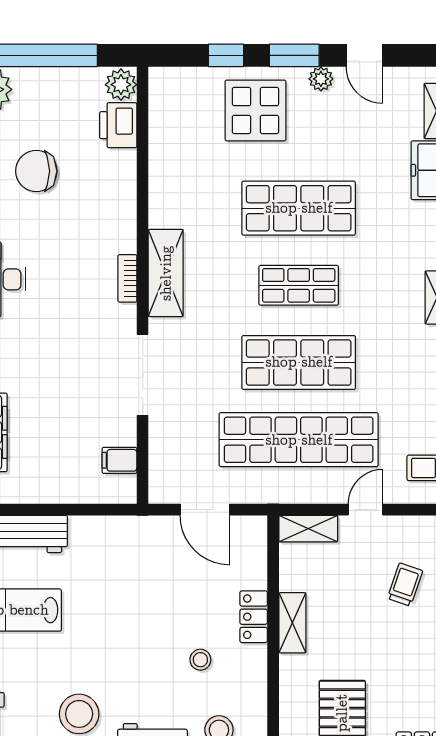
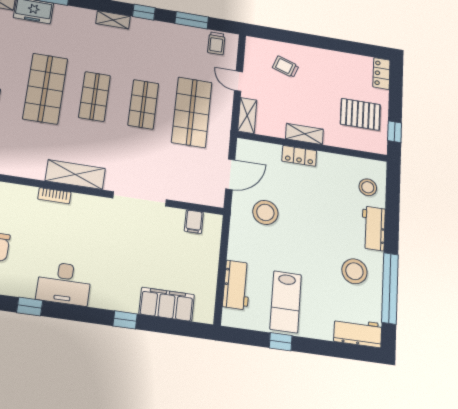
bookcase: (127, 278) -> (54, 196), moved
shop shelf: (299, 362) -> (143, 104), width x0.70, depth x0.74
shop shelf: (299, 440) -> (192, 112), width x0.71
stool: (200, 660) -> (265, 212), moved, width x1.89, depth x1.89

